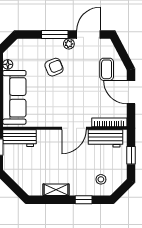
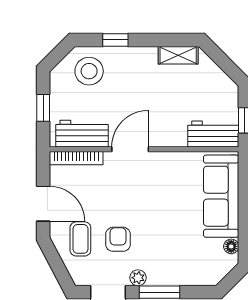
armchair: (54, 67) -> (118, 239), moved, turned 112
stool: (101, 179) -> (89, 71), width x1.89, depth x1.89
shelving: (56, 190) -> (178, 55), moved

